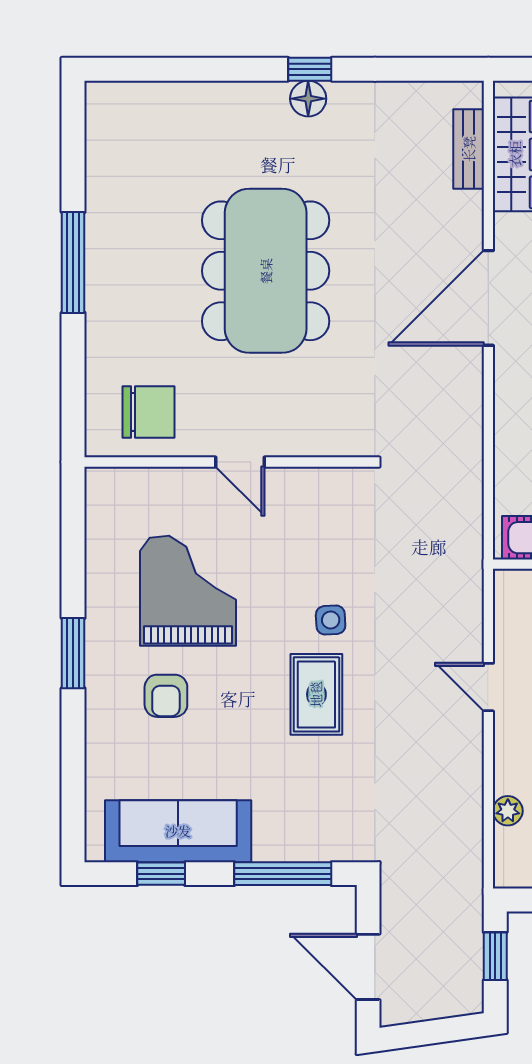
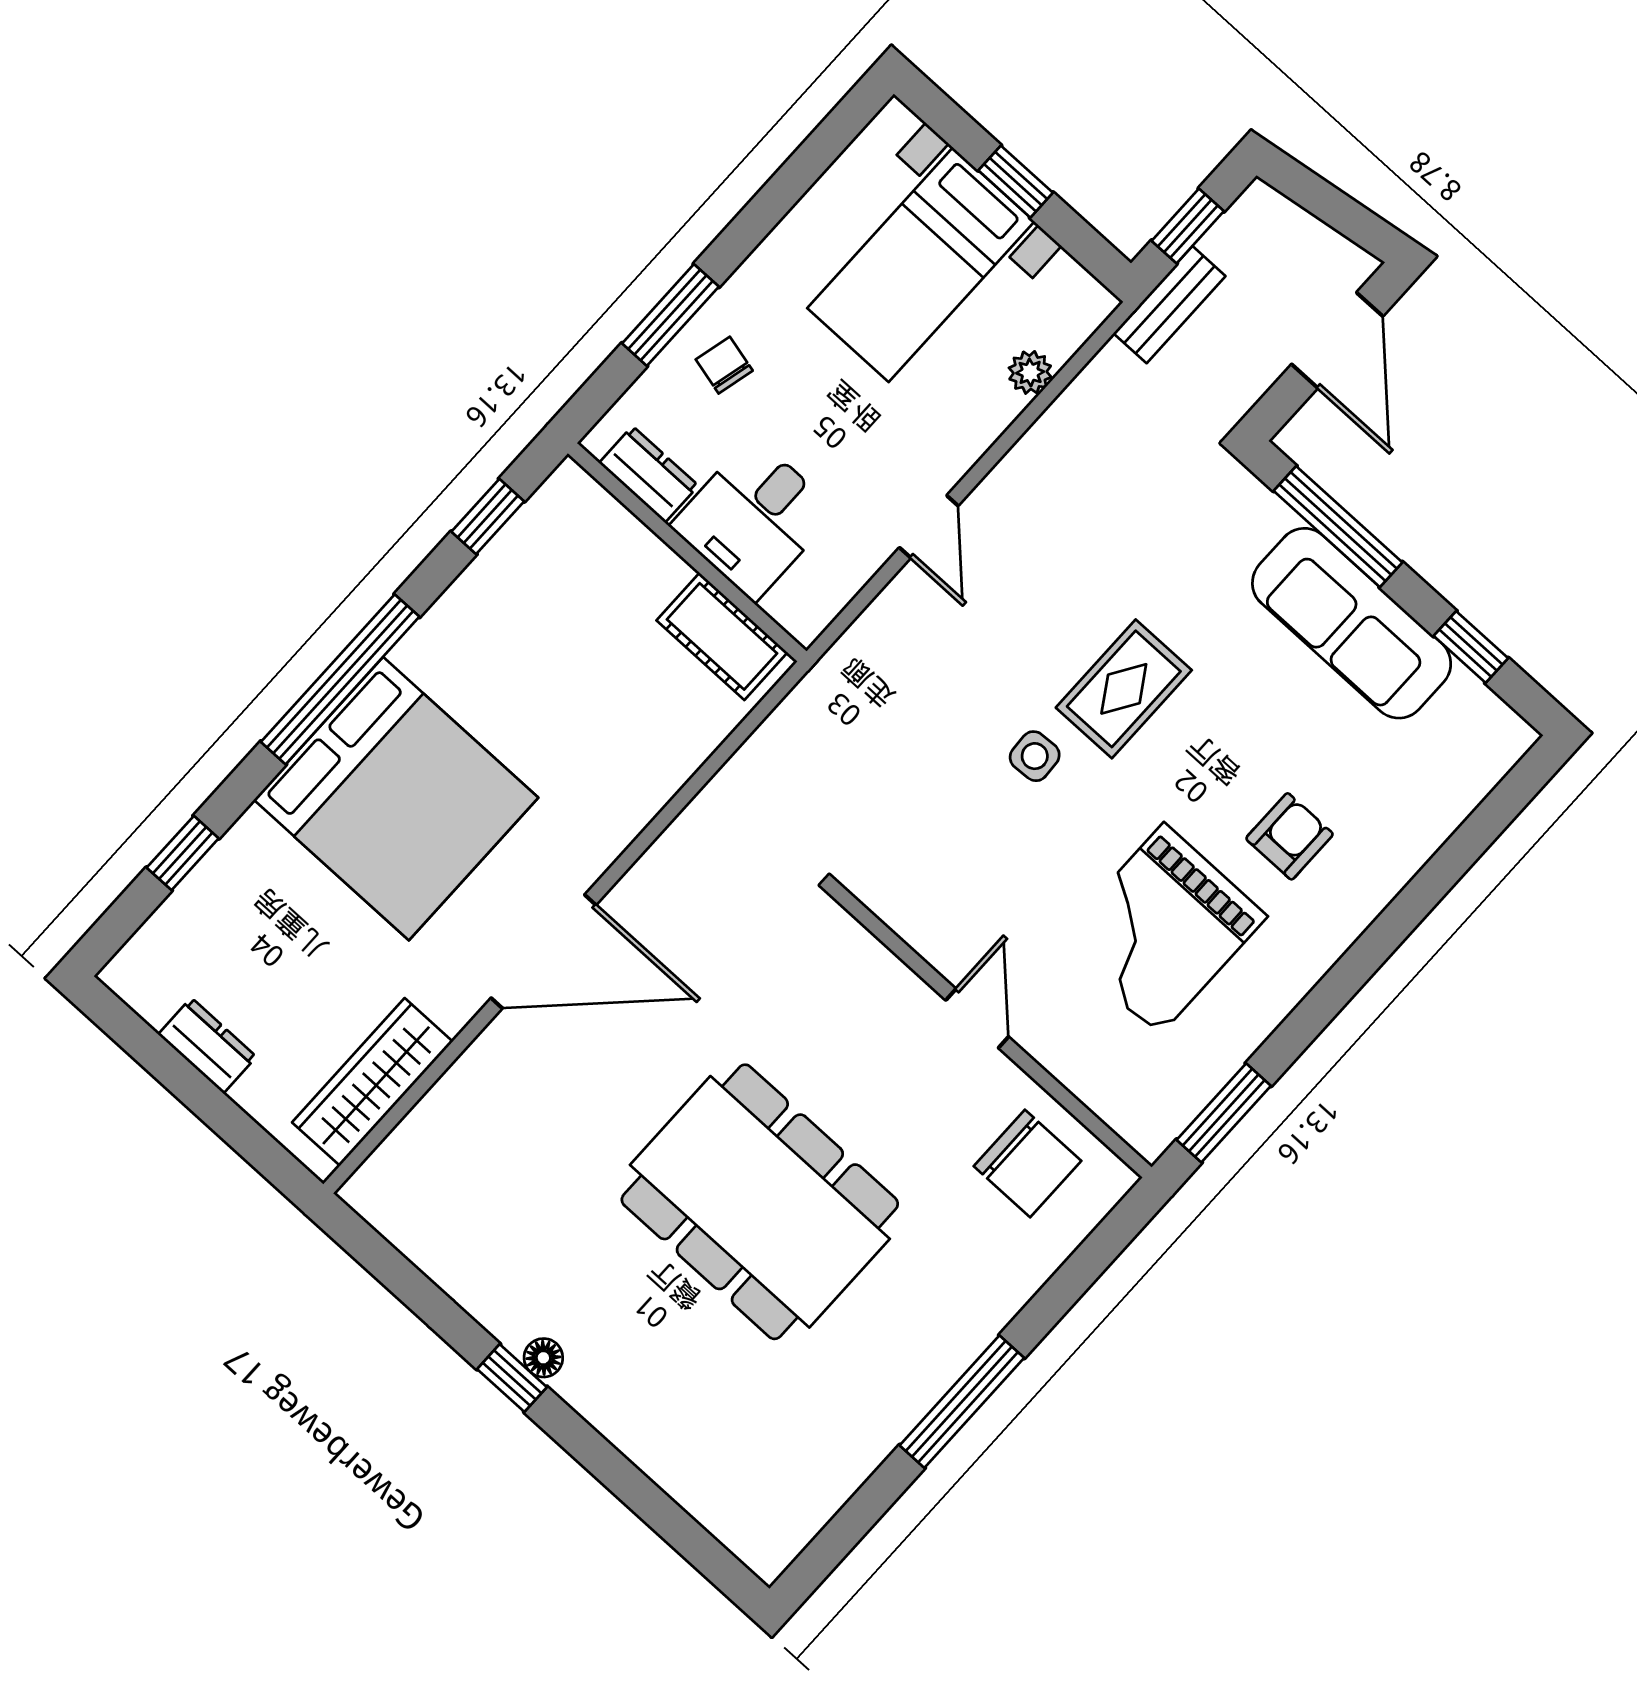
floor lamp: (308, 99) -> (543, 1358), width x0.73, depth x0.73
bench: (469, 149) -> (1169, 305), moved
dining table: (266, 271) -> (760, 1202), turned 90
chair: (149, 412) -> (1027, 1163), turned 180
window: (73, 653) -> (1224, 1113), moved
sofa: (178, 831) -> (1352, 623), moved

